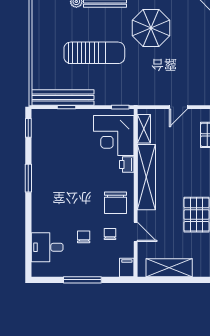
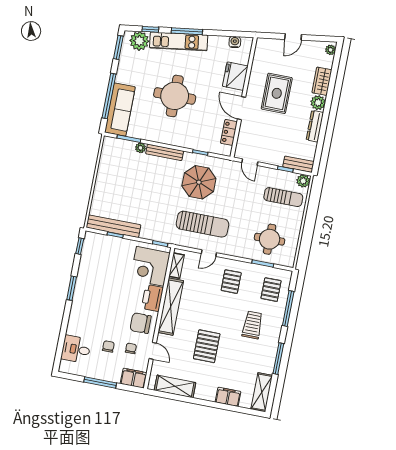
sun lounger: (94, 53) -> (203, 224), moved
printer: (127, 164) -> (152, 298), width x1.87, depth x1.48
chair: (116, 203) -> (141, 323), turned 90
filing cabinet: (127, 268) -> (134, 378), width x2.00

